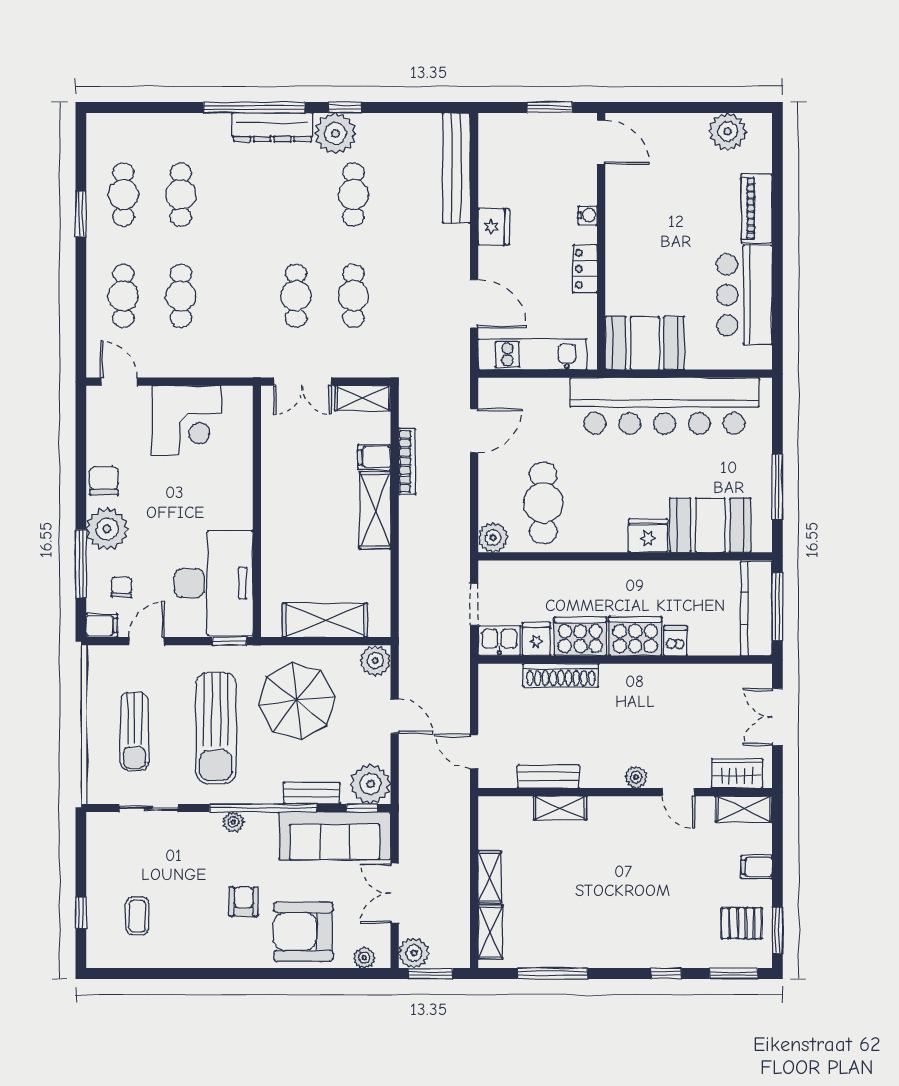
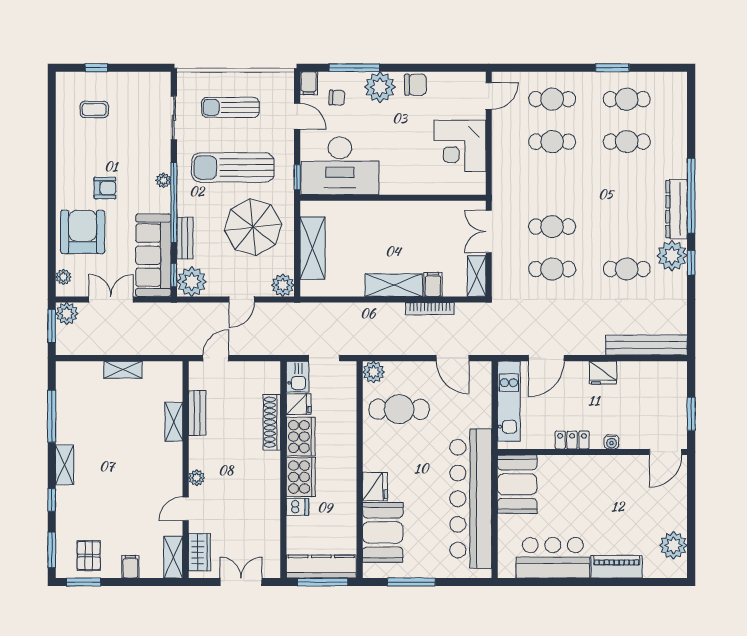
shelving: (490, 932) -> (65, 465), moved, turned 90

